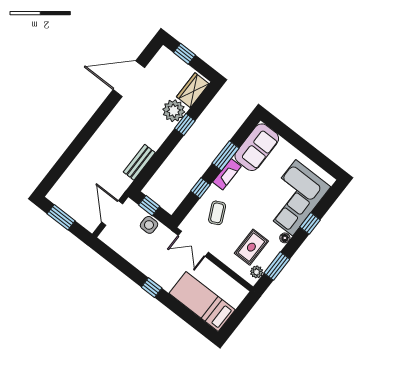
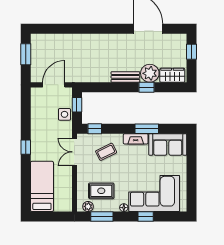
bench: (139, 162) -> (125, 77), moved
window: (200, 188) -> (95, 129), moved

